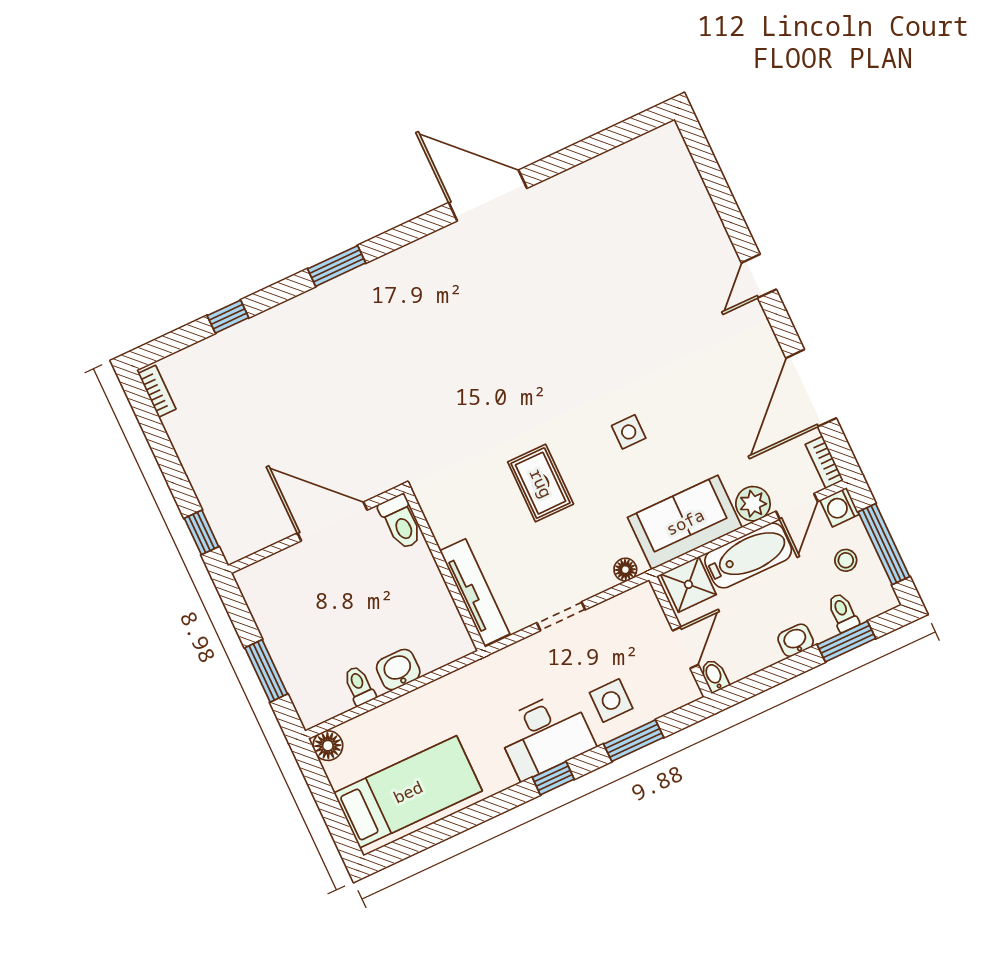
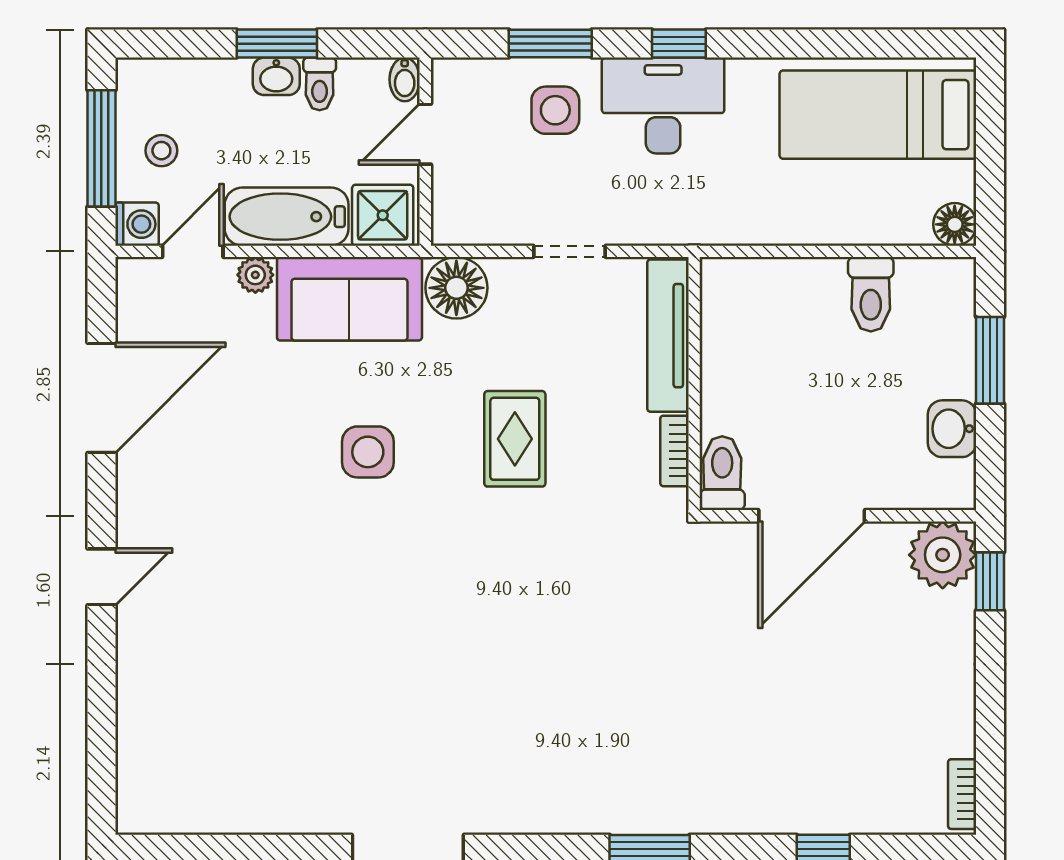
side table: (629, 432) -> (368, 452), width x1.37, depth x1.37
bookcase: (824, 462) -> (674, 451), moved, turned 180
plant: (753, 504) -> (255, 275), width x0.73, depth x0.73
door: (332, 522) -> (812, 516), hinge flipped
plant: (239, 535) -> (943, 555), added
floor lamp: (625, 570) -> (456, 288), width x1.89, depth x1.89
toilet: (843, 612) -> (320, 84), moved
window: (846, 642) -> (277, 44), moved
washbasin: (398, 670) -> (952, 429), moved, turned 90
toilet: (359, 686) -> (871, 294), width x1.37, depth x1.39

